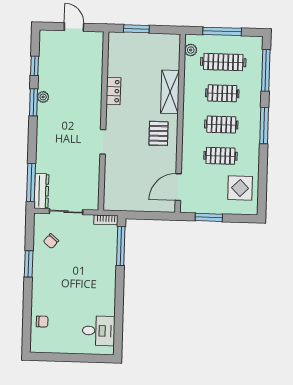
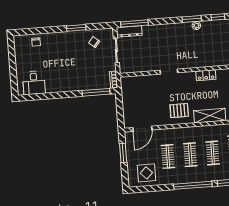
window: (264, 125) -> (193, 185), width x1.46
door: (178, 187) -> (142, 129), swing flipped

